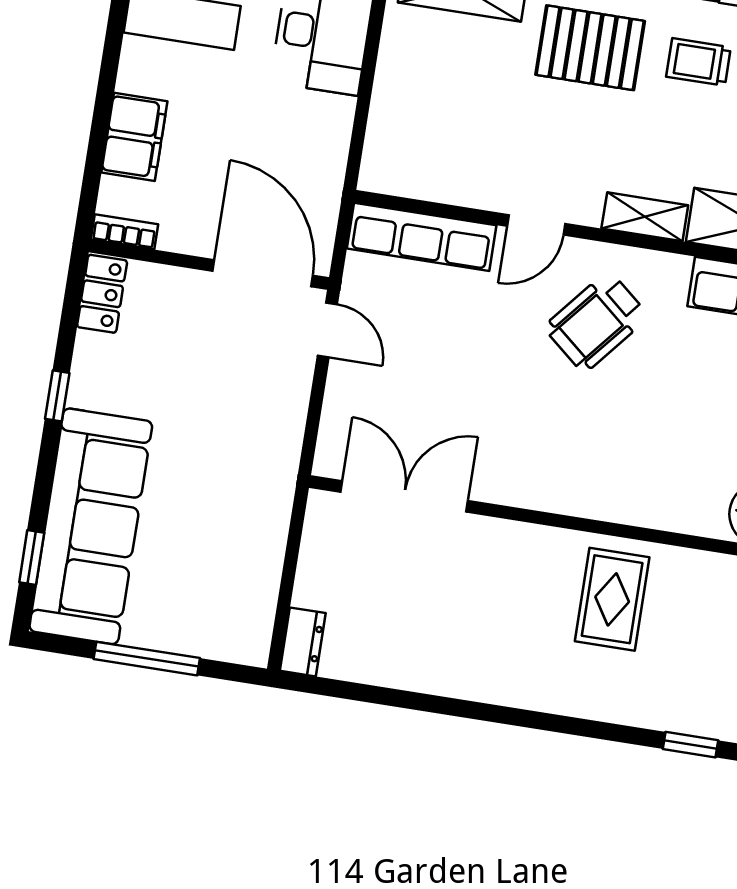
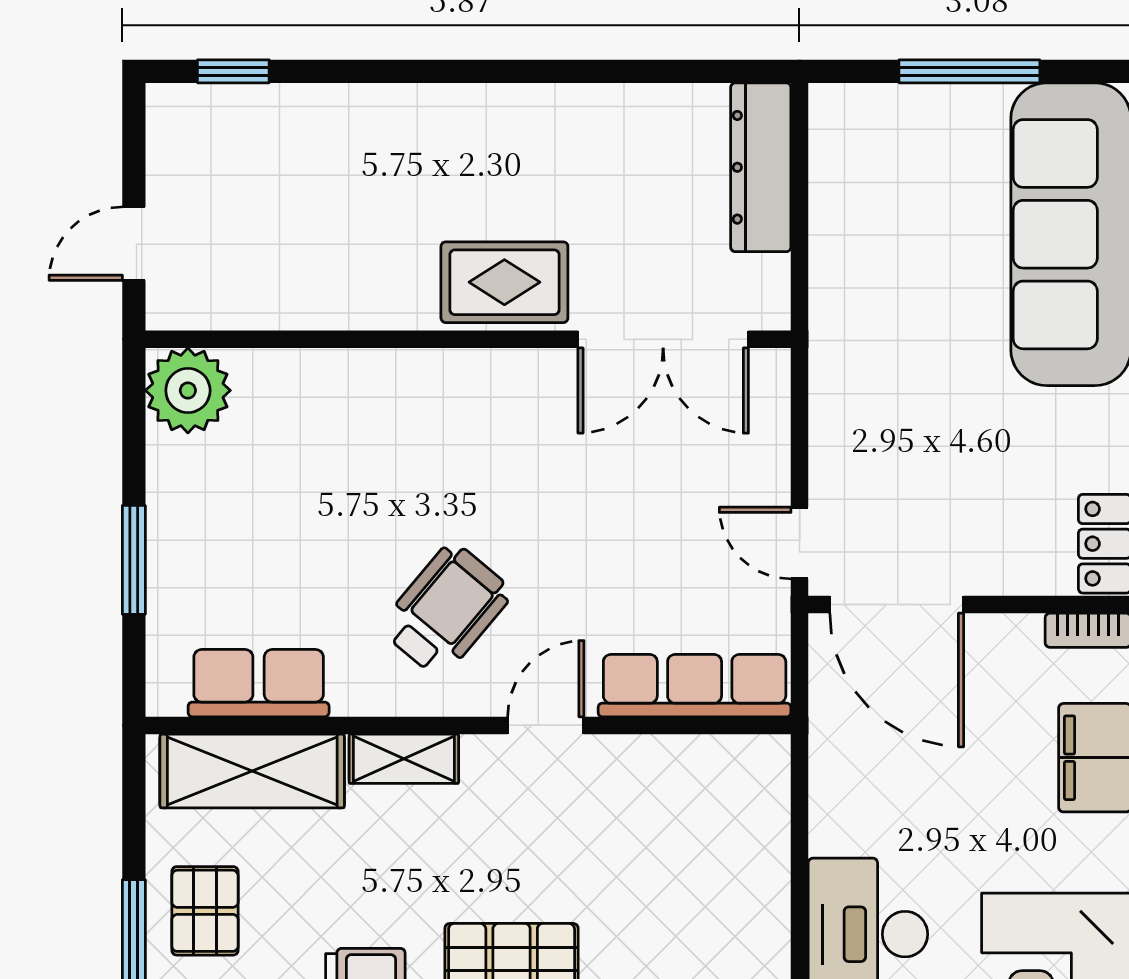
rug: (612, 599) -> (504, 282), moved, turned 90
dresser: (303, 642) -> (761, 167), width x1.96, depth x1.24

